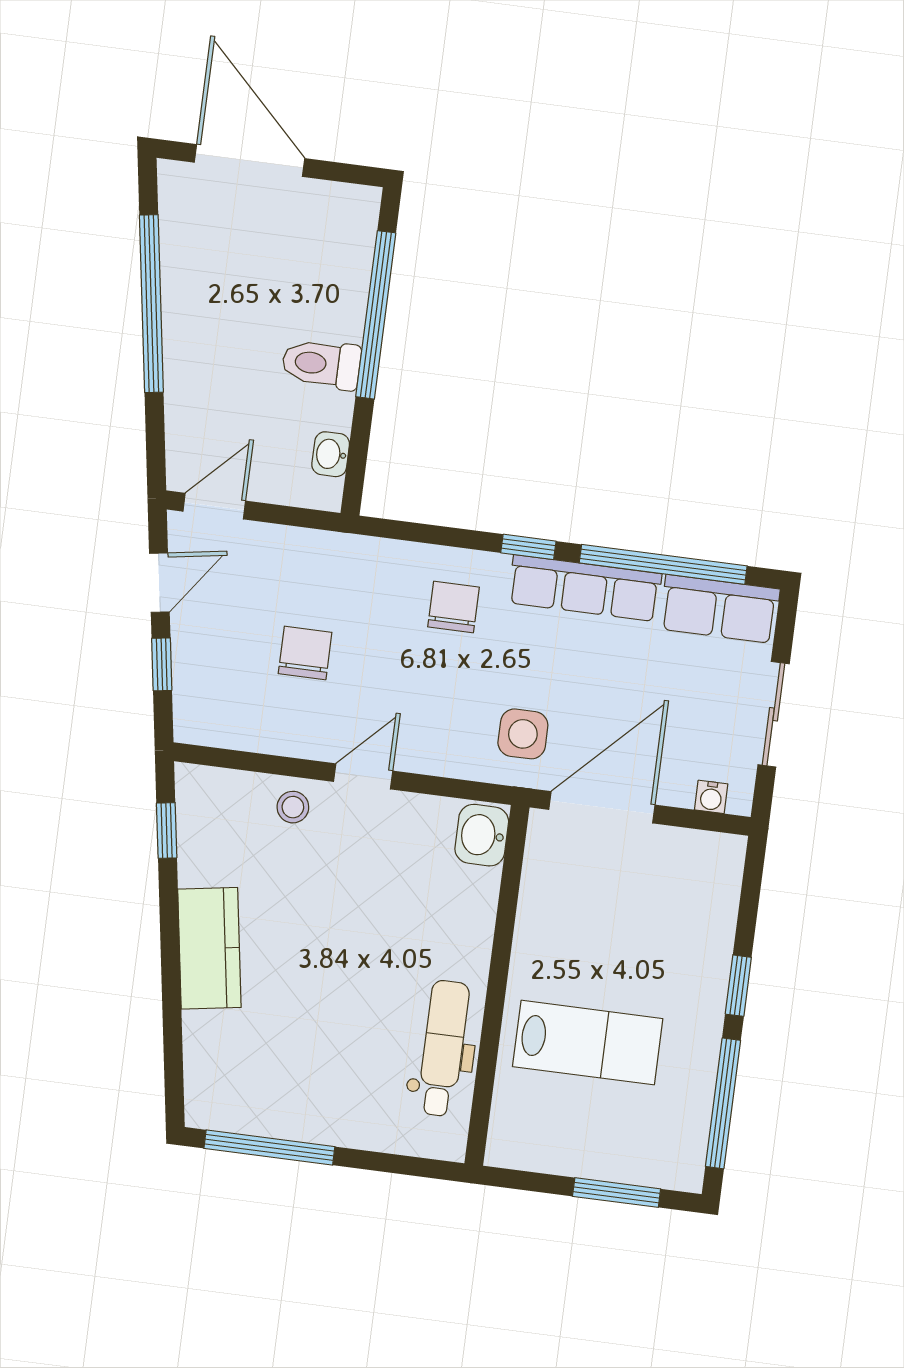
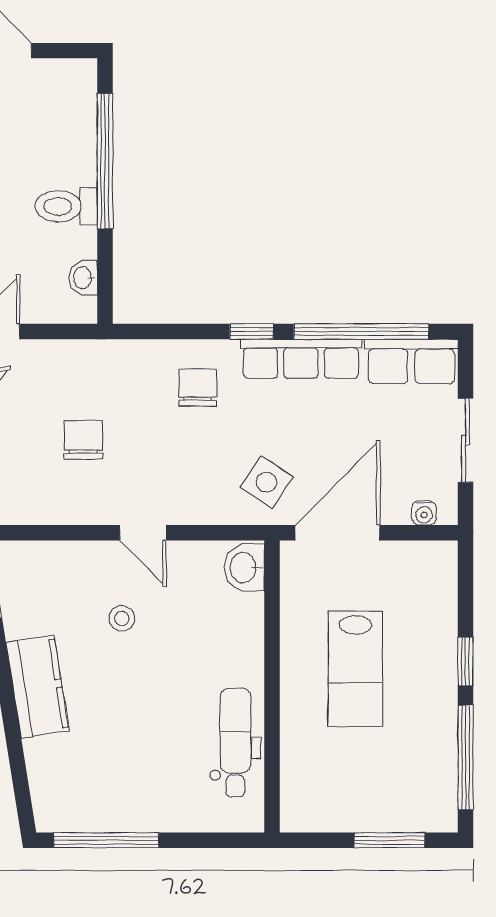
side table: (523, 734) -> (267, 482), turned 34
door: (363, 776) -> (143, 533), swing flipped
stool: (293, 807) -> (122, 618), moved
lab bench: (588, 1043) -> (355, 669), moved, turned 90

